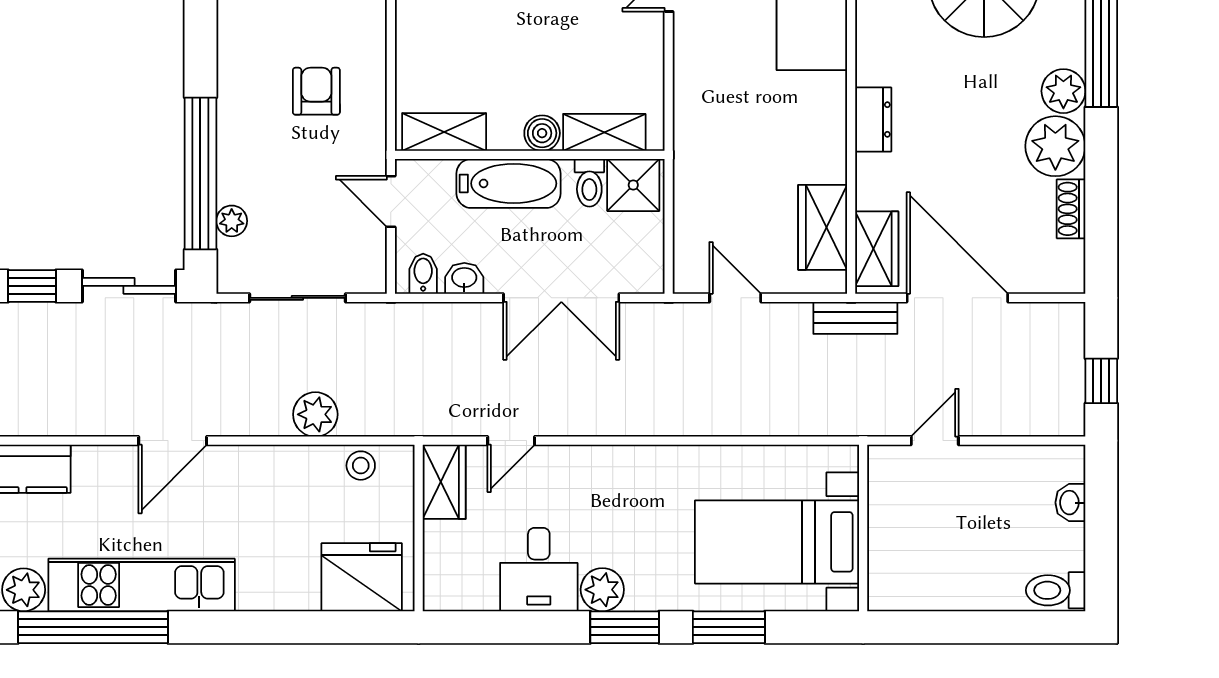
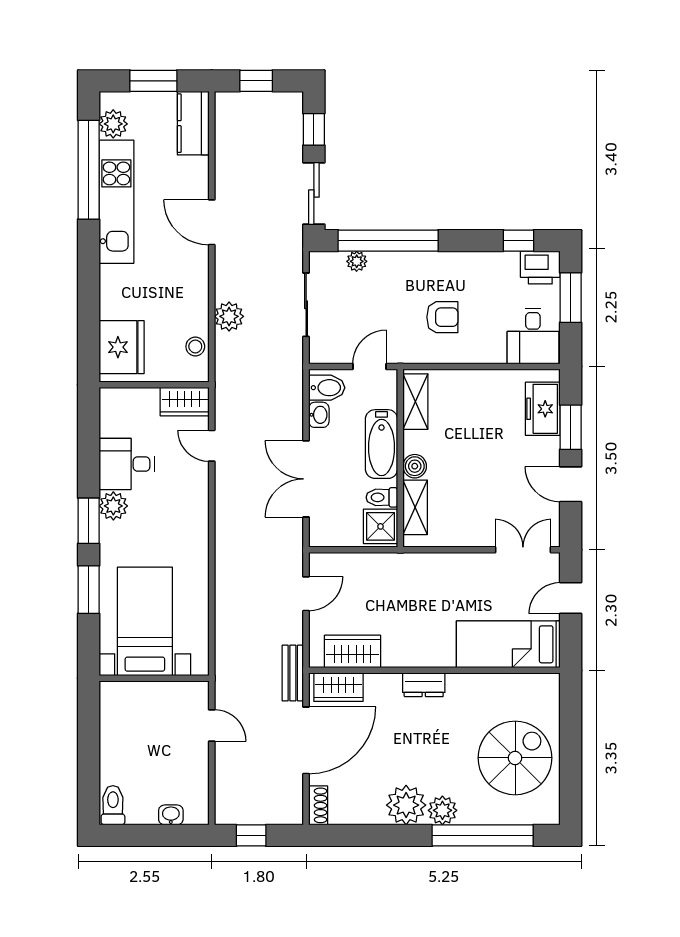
shoe rack: (1071, 209) -> (318, 805), moved, turned 90
bidet: (423, 274) -> (327, 388), width x1.38, depth x1.36

